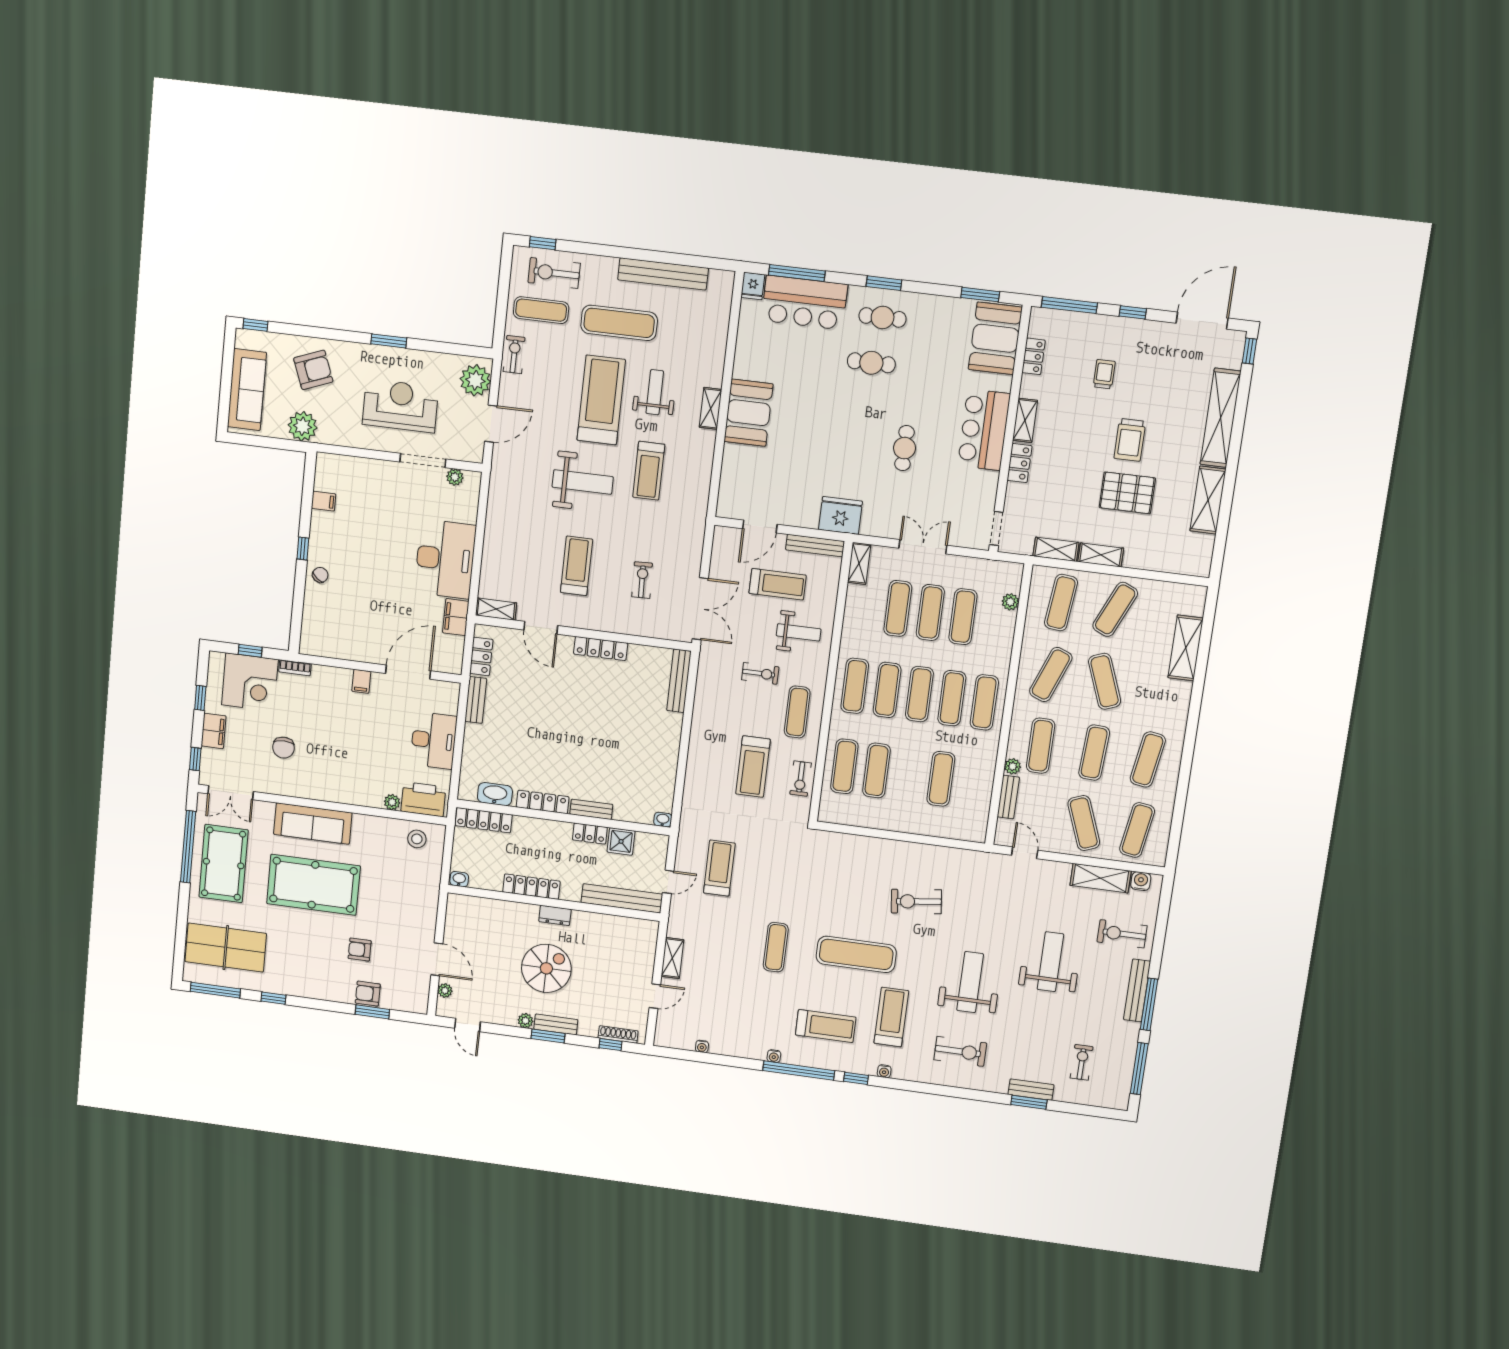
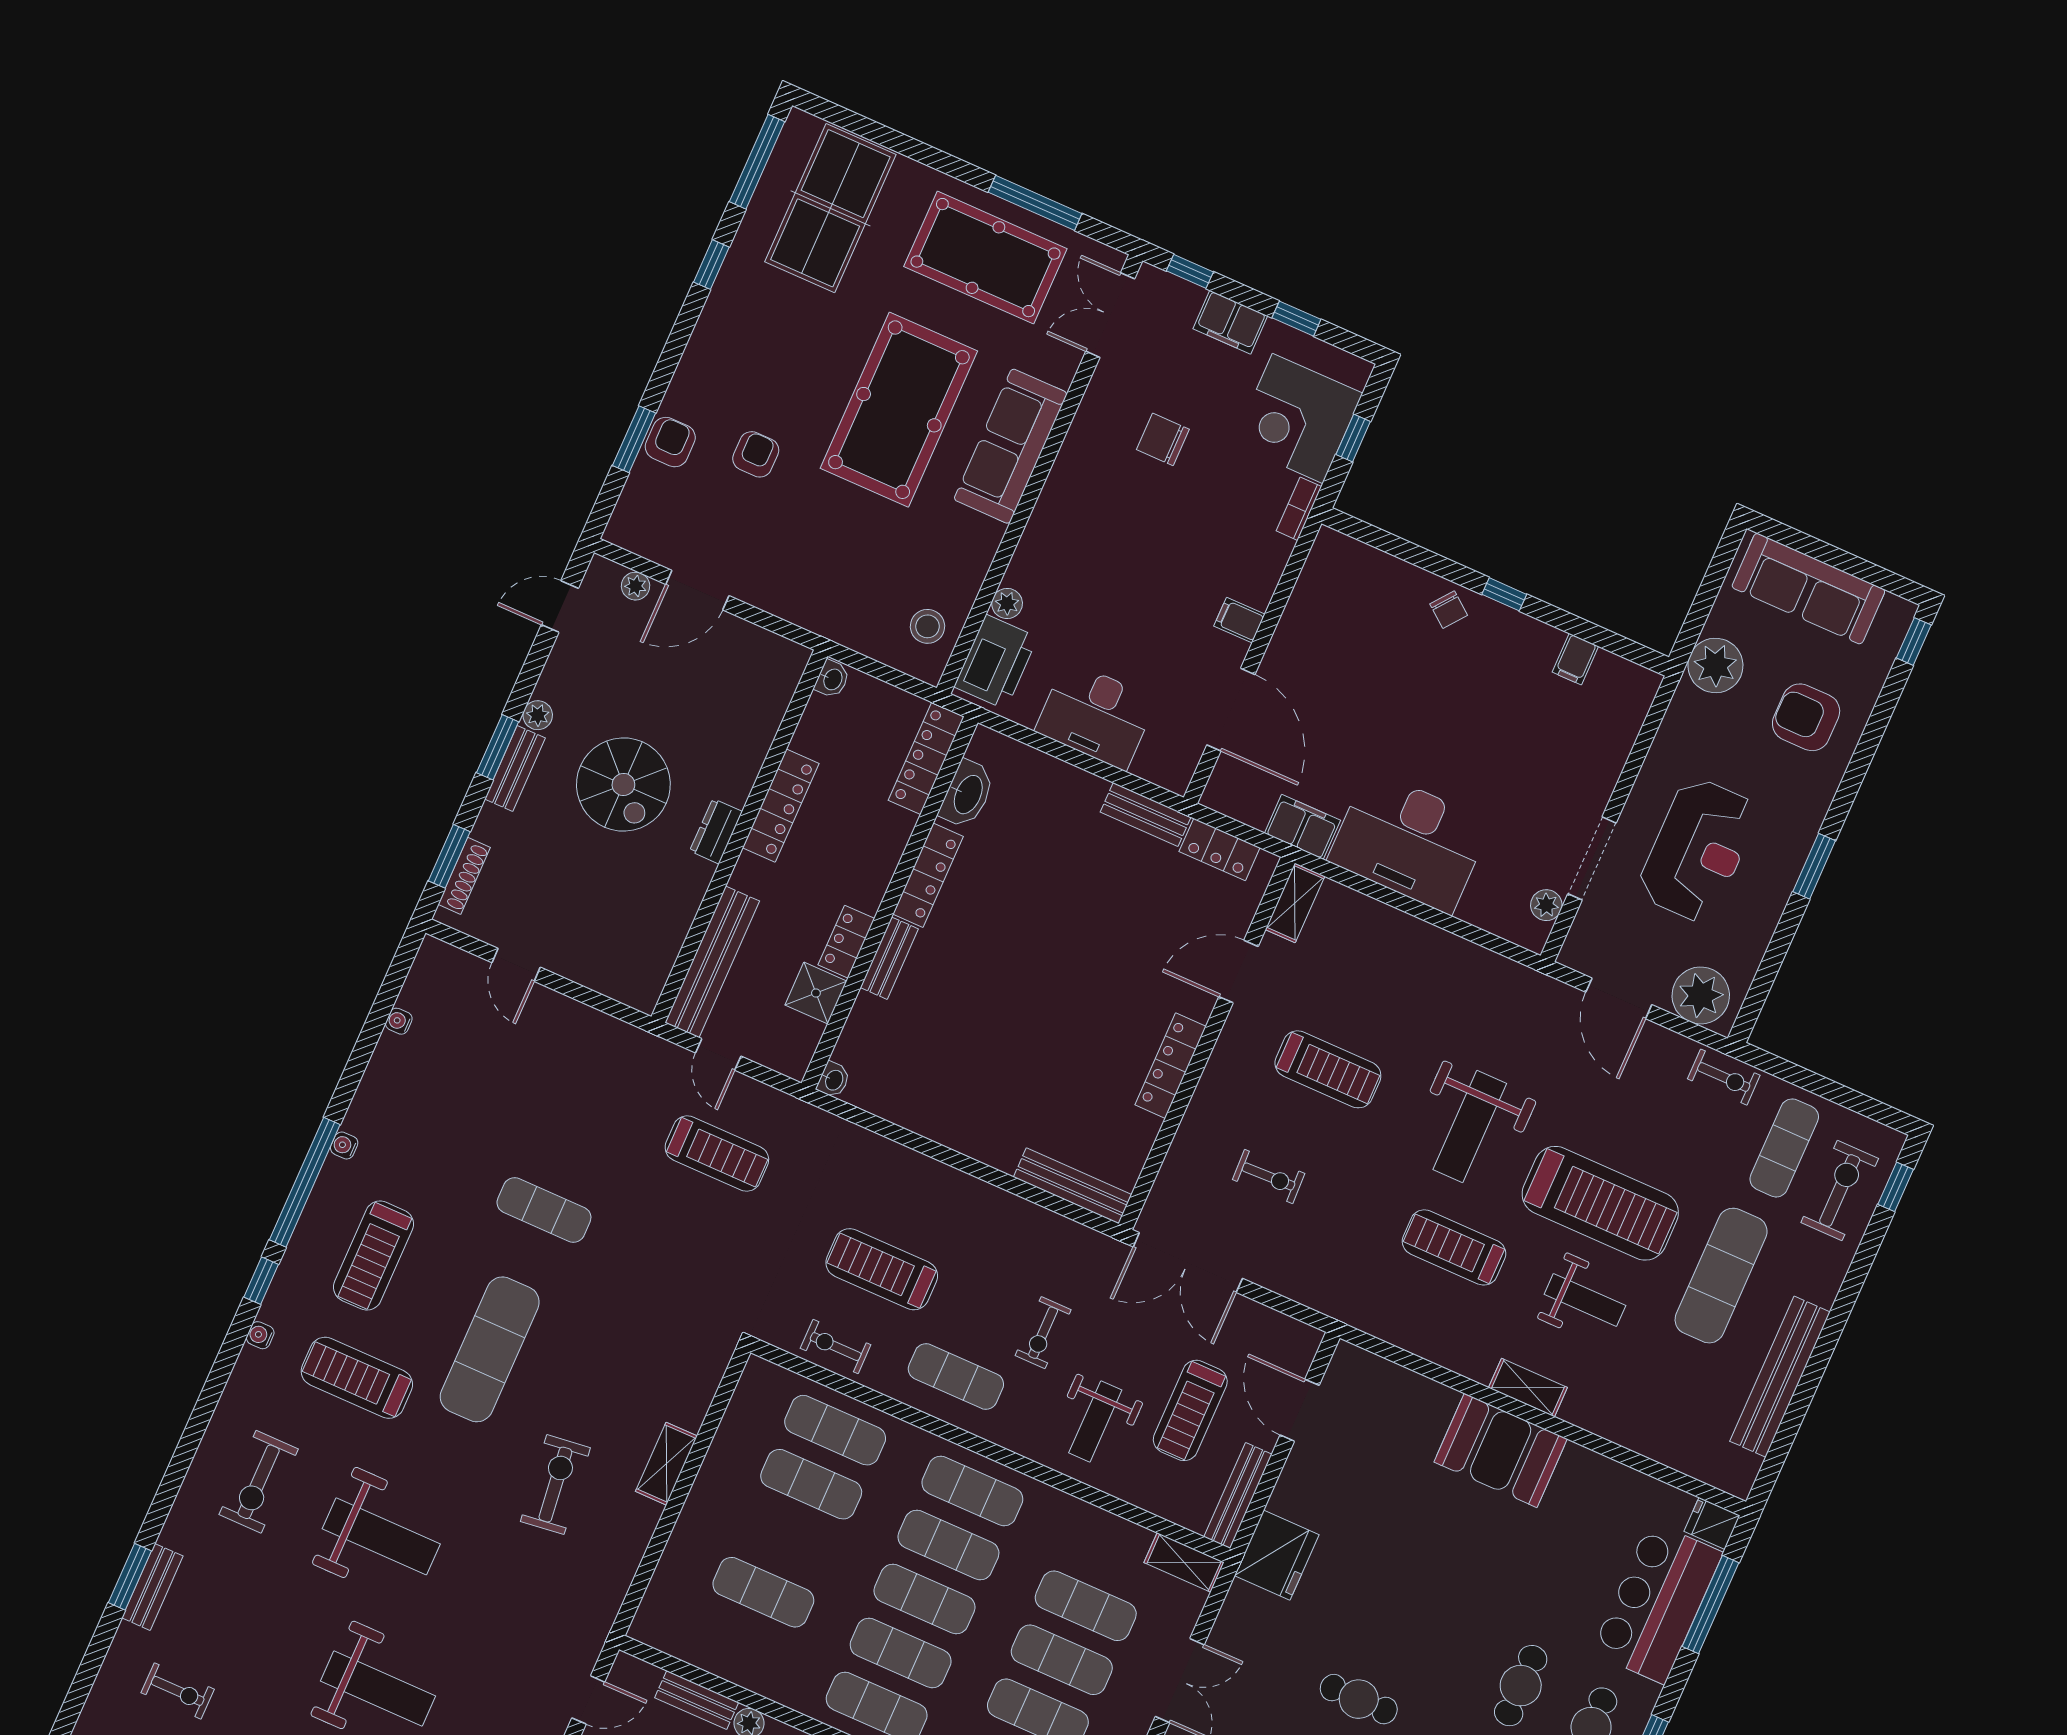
armchair: (313, 370) -> (1806, 717), turned 111
window: (188, 847) -> (1035, 203), width x0.68
shelving: (672, 958) -> (666, 1464), moved, turned 90
treadmill: (891, 1017) -> (357, 1378), turned 180
window: (611, 1045) -> (449, 856), width x1.50

